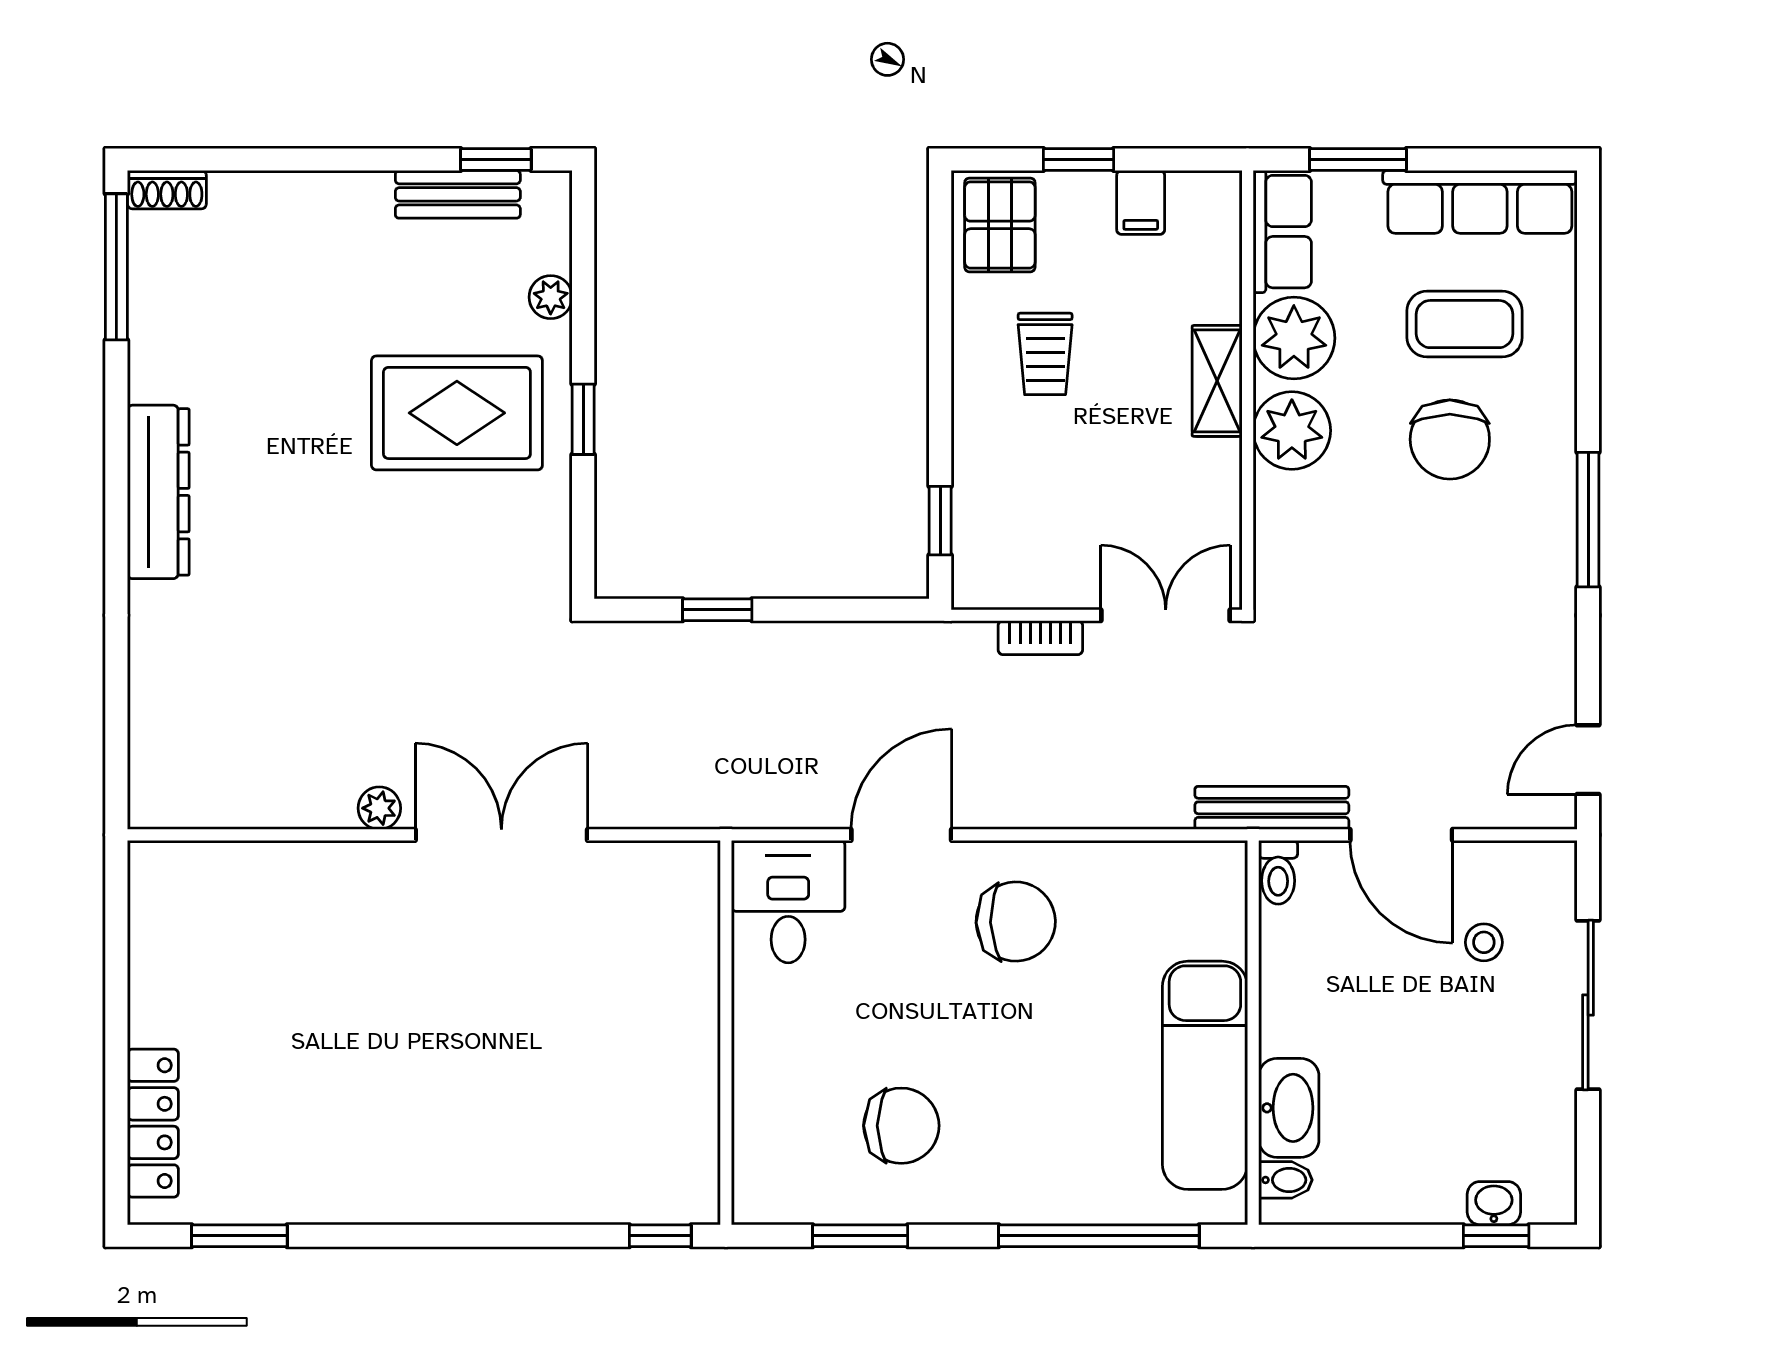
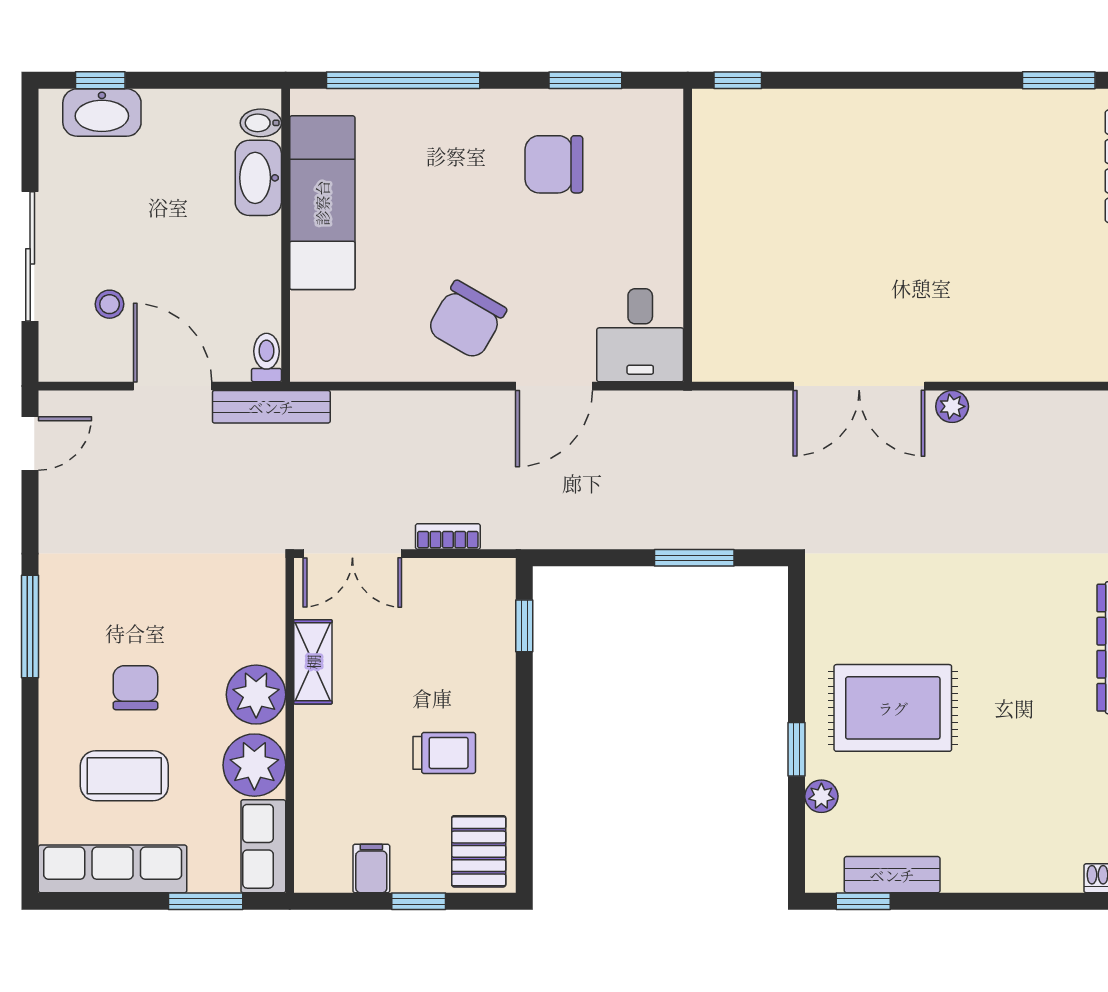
trolley: (1045, 354) -> (444, 753), turned 90
shelving: (1217, 381) -> (313, 662), moved
window: (583, 419) -> (797, 749), moved
chair: (1450, 439) -> (135, 688), width x0.73, depth x0.73
window: (717, 610) -> (694, 558), width x1.50
chair: (1016, 922) -> (467, 320), turned -58
washbasin: (1494, 1203) -> (102, 113), width x1.91, depth x1.45

